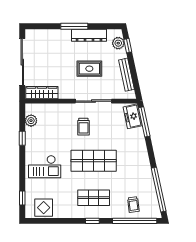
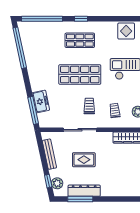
window: (74, 26) -> (80, 199), moved
freezer: (133, 116) -> (41, 101), moved
trolley: (133, 204) -> (115, 111), moved

